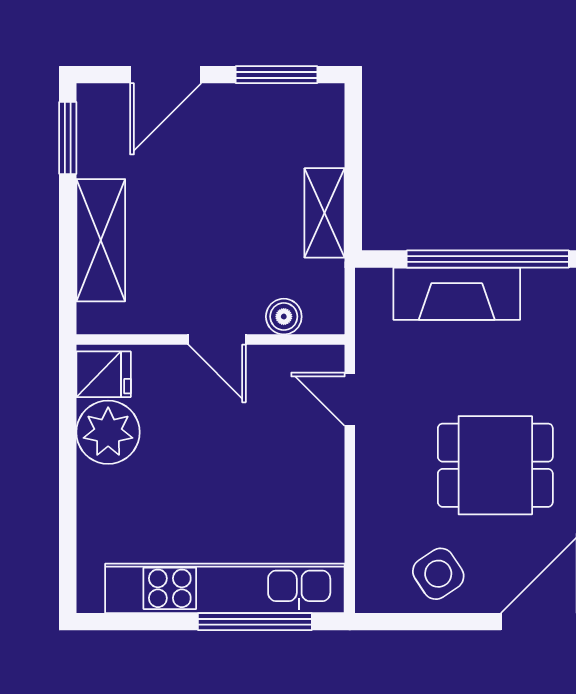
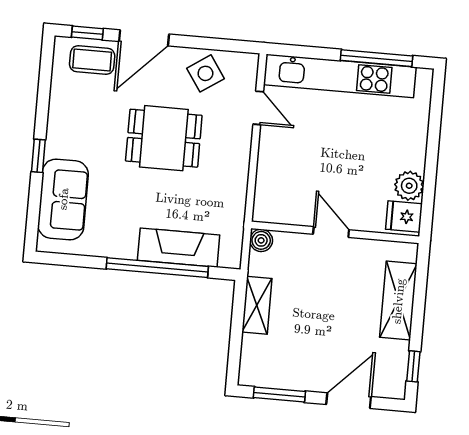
window: (68, 138) -> (413, 366), width x0.67
boiler: (284, 317) -> (261, 240), moved
door: (350, 399) -> (258, 108), moved
plant: (108, 432) -> (409, 186), width x0.73, depth x0.73
window: (255, 622) -> (377, 58), moved

